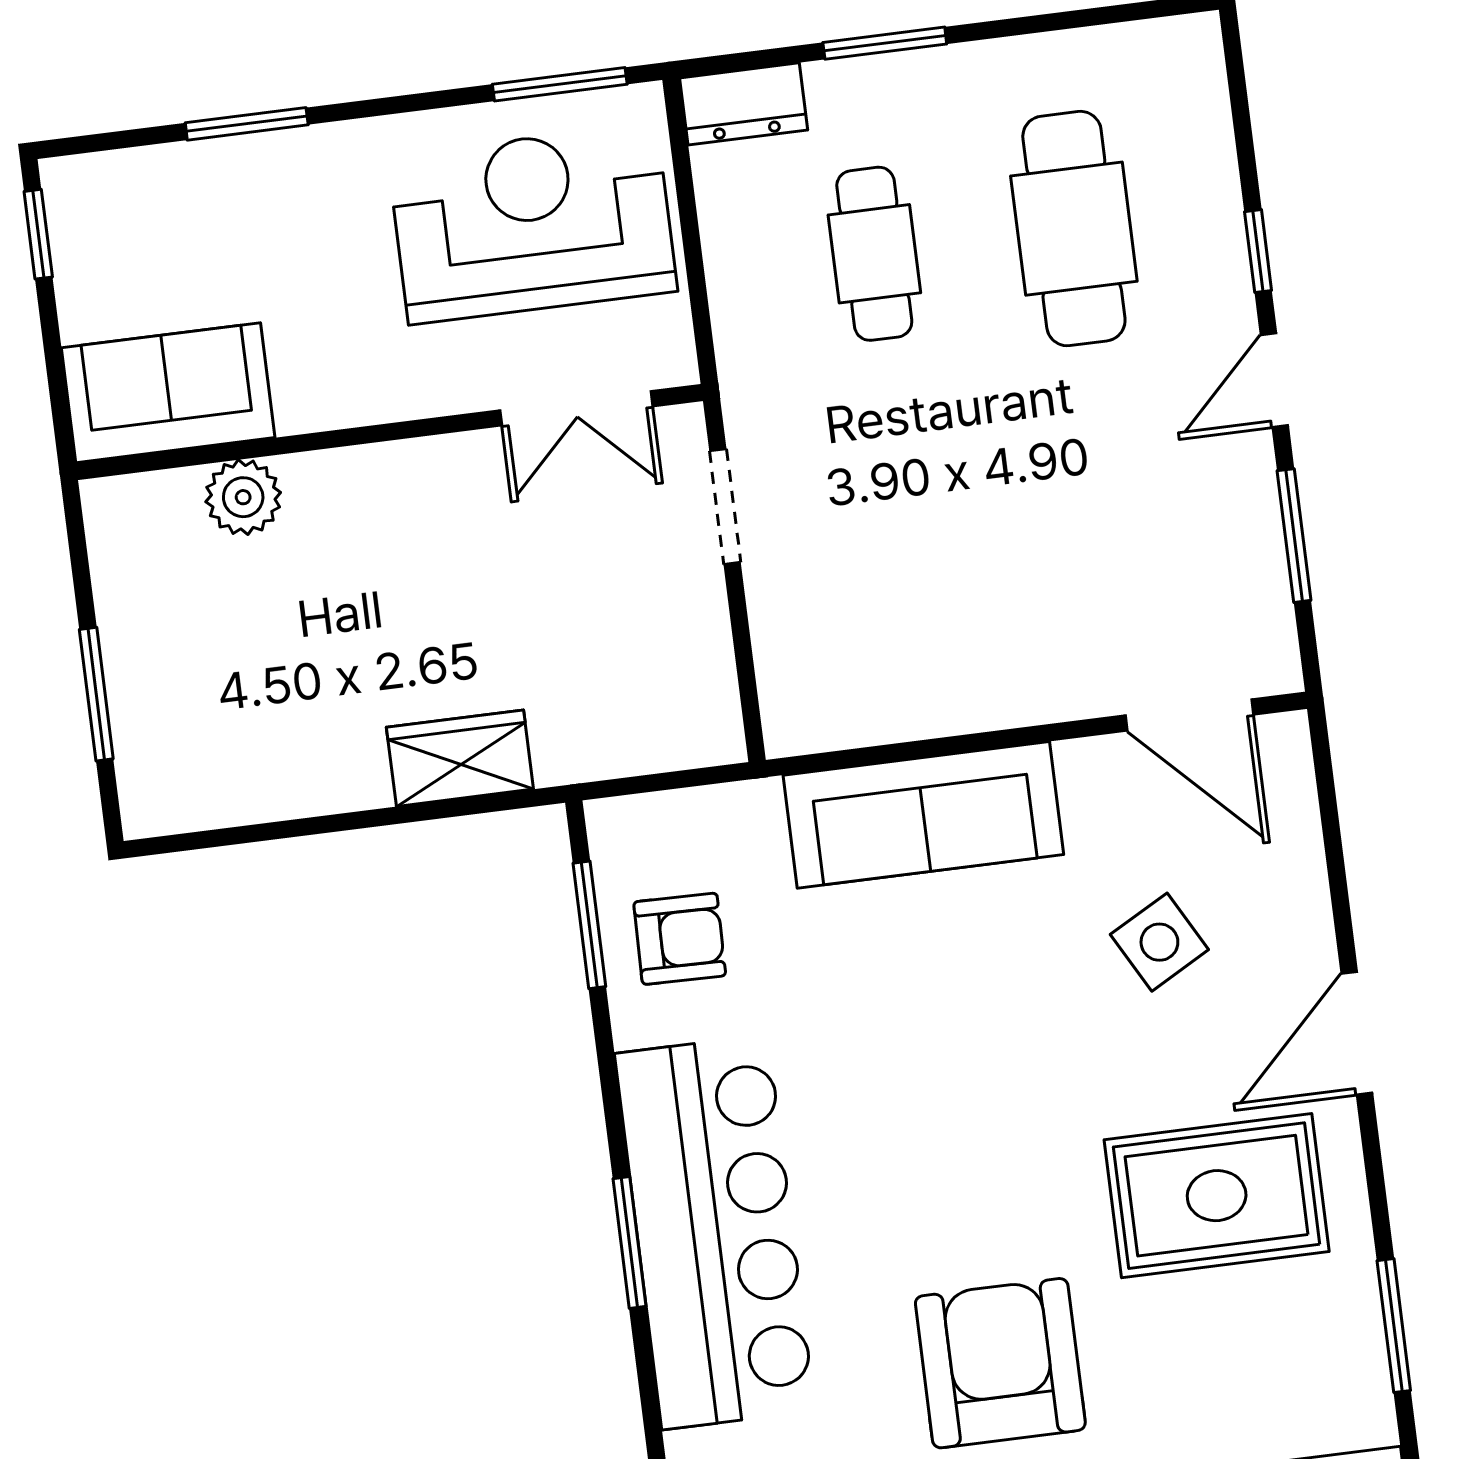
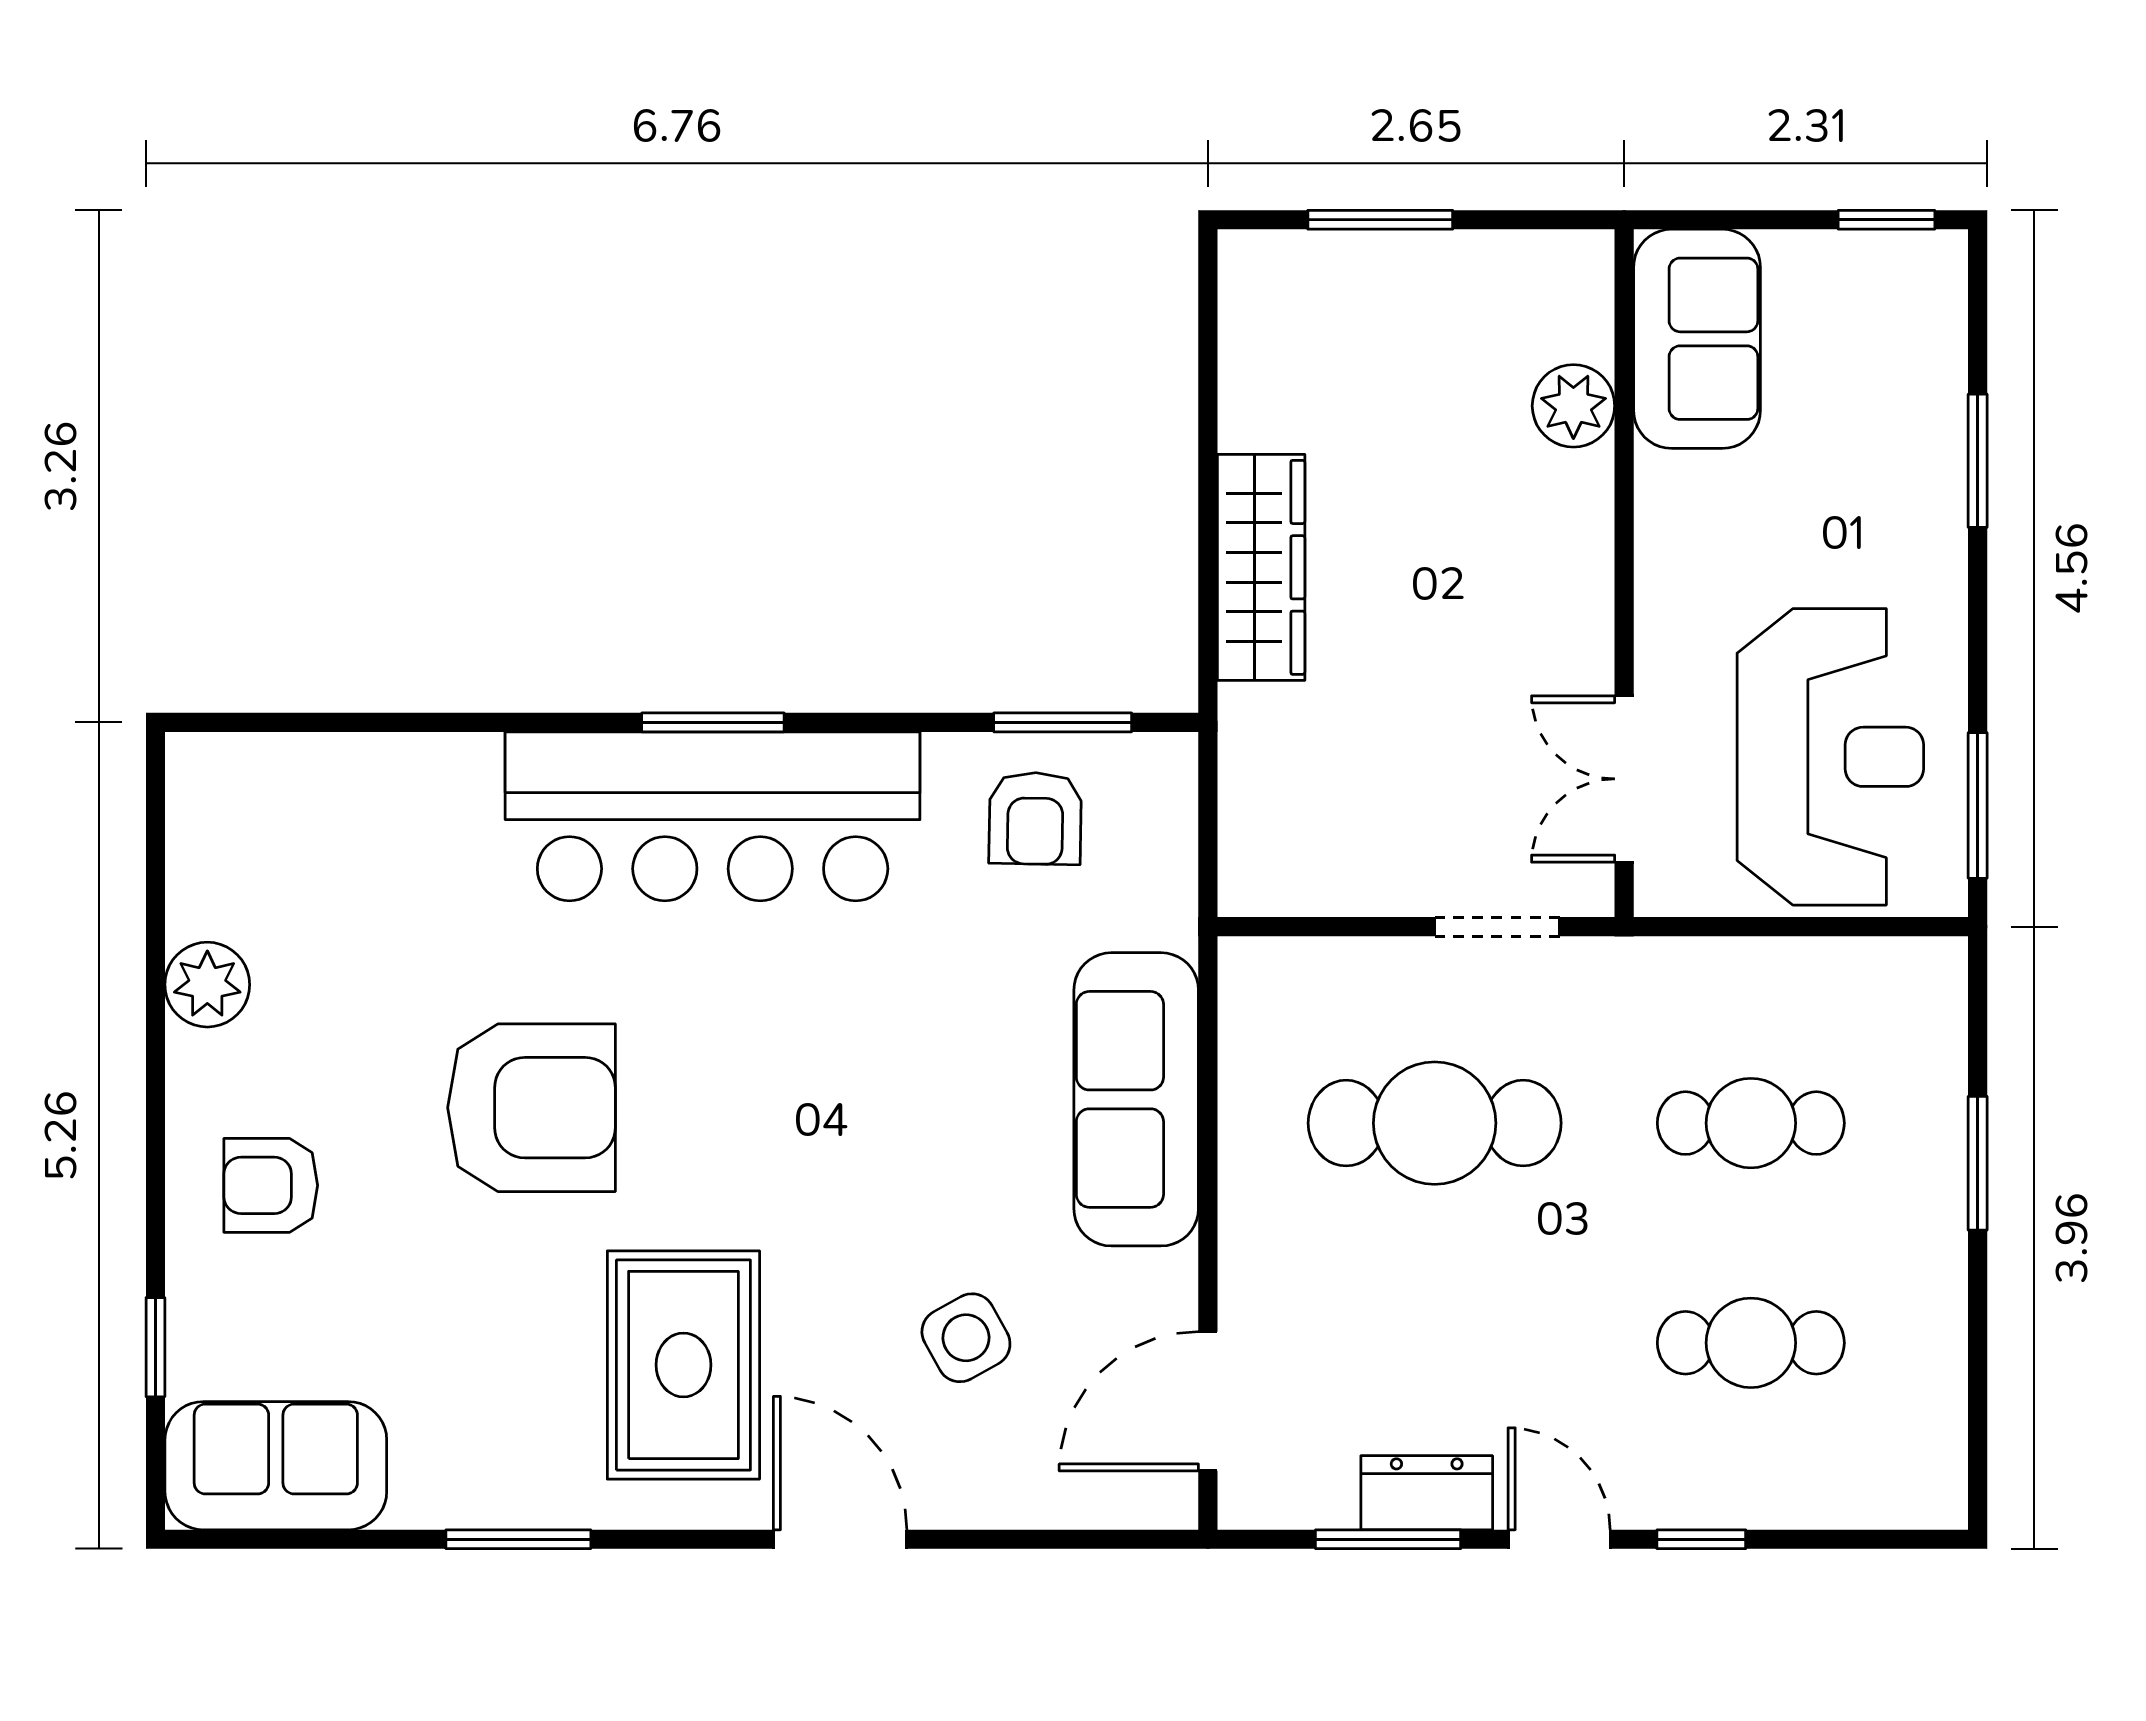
dresser: (744, 104) -> (1427, 1493), moved, turned 90
cafe table: (1074, 229) -> (1751, 1343), width x0.73, depth x0.74
cafe table: (911, 541) -> (1435, 1123), added
wardrobe: (460, 758) -> (1261, 567), width x1.50

